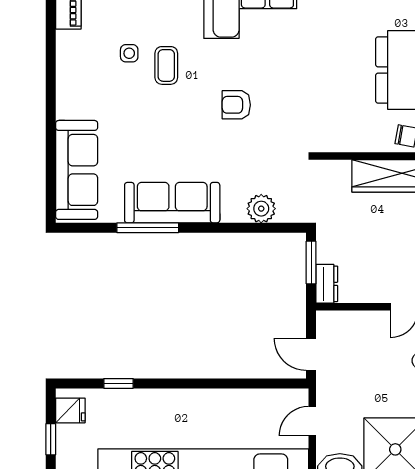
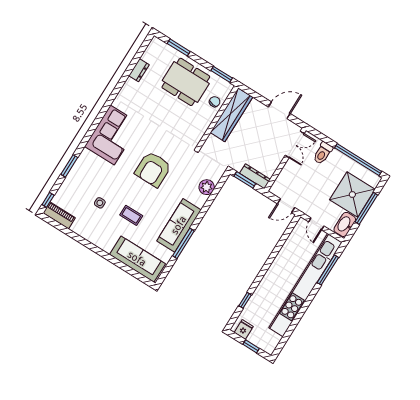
coffee table: (166, 65) -> (131, 215), moved
armchair: (236, 105) -> (153, 169), width x1.88, depth x1.88
dresser: (327, 284) -> (255, 176), width x1.44

